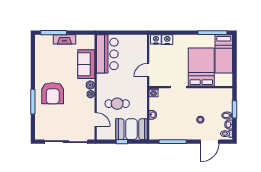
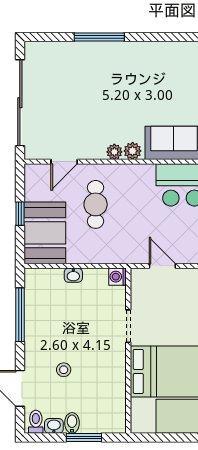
armchair: (53, 93) -> (116, 76), removed

